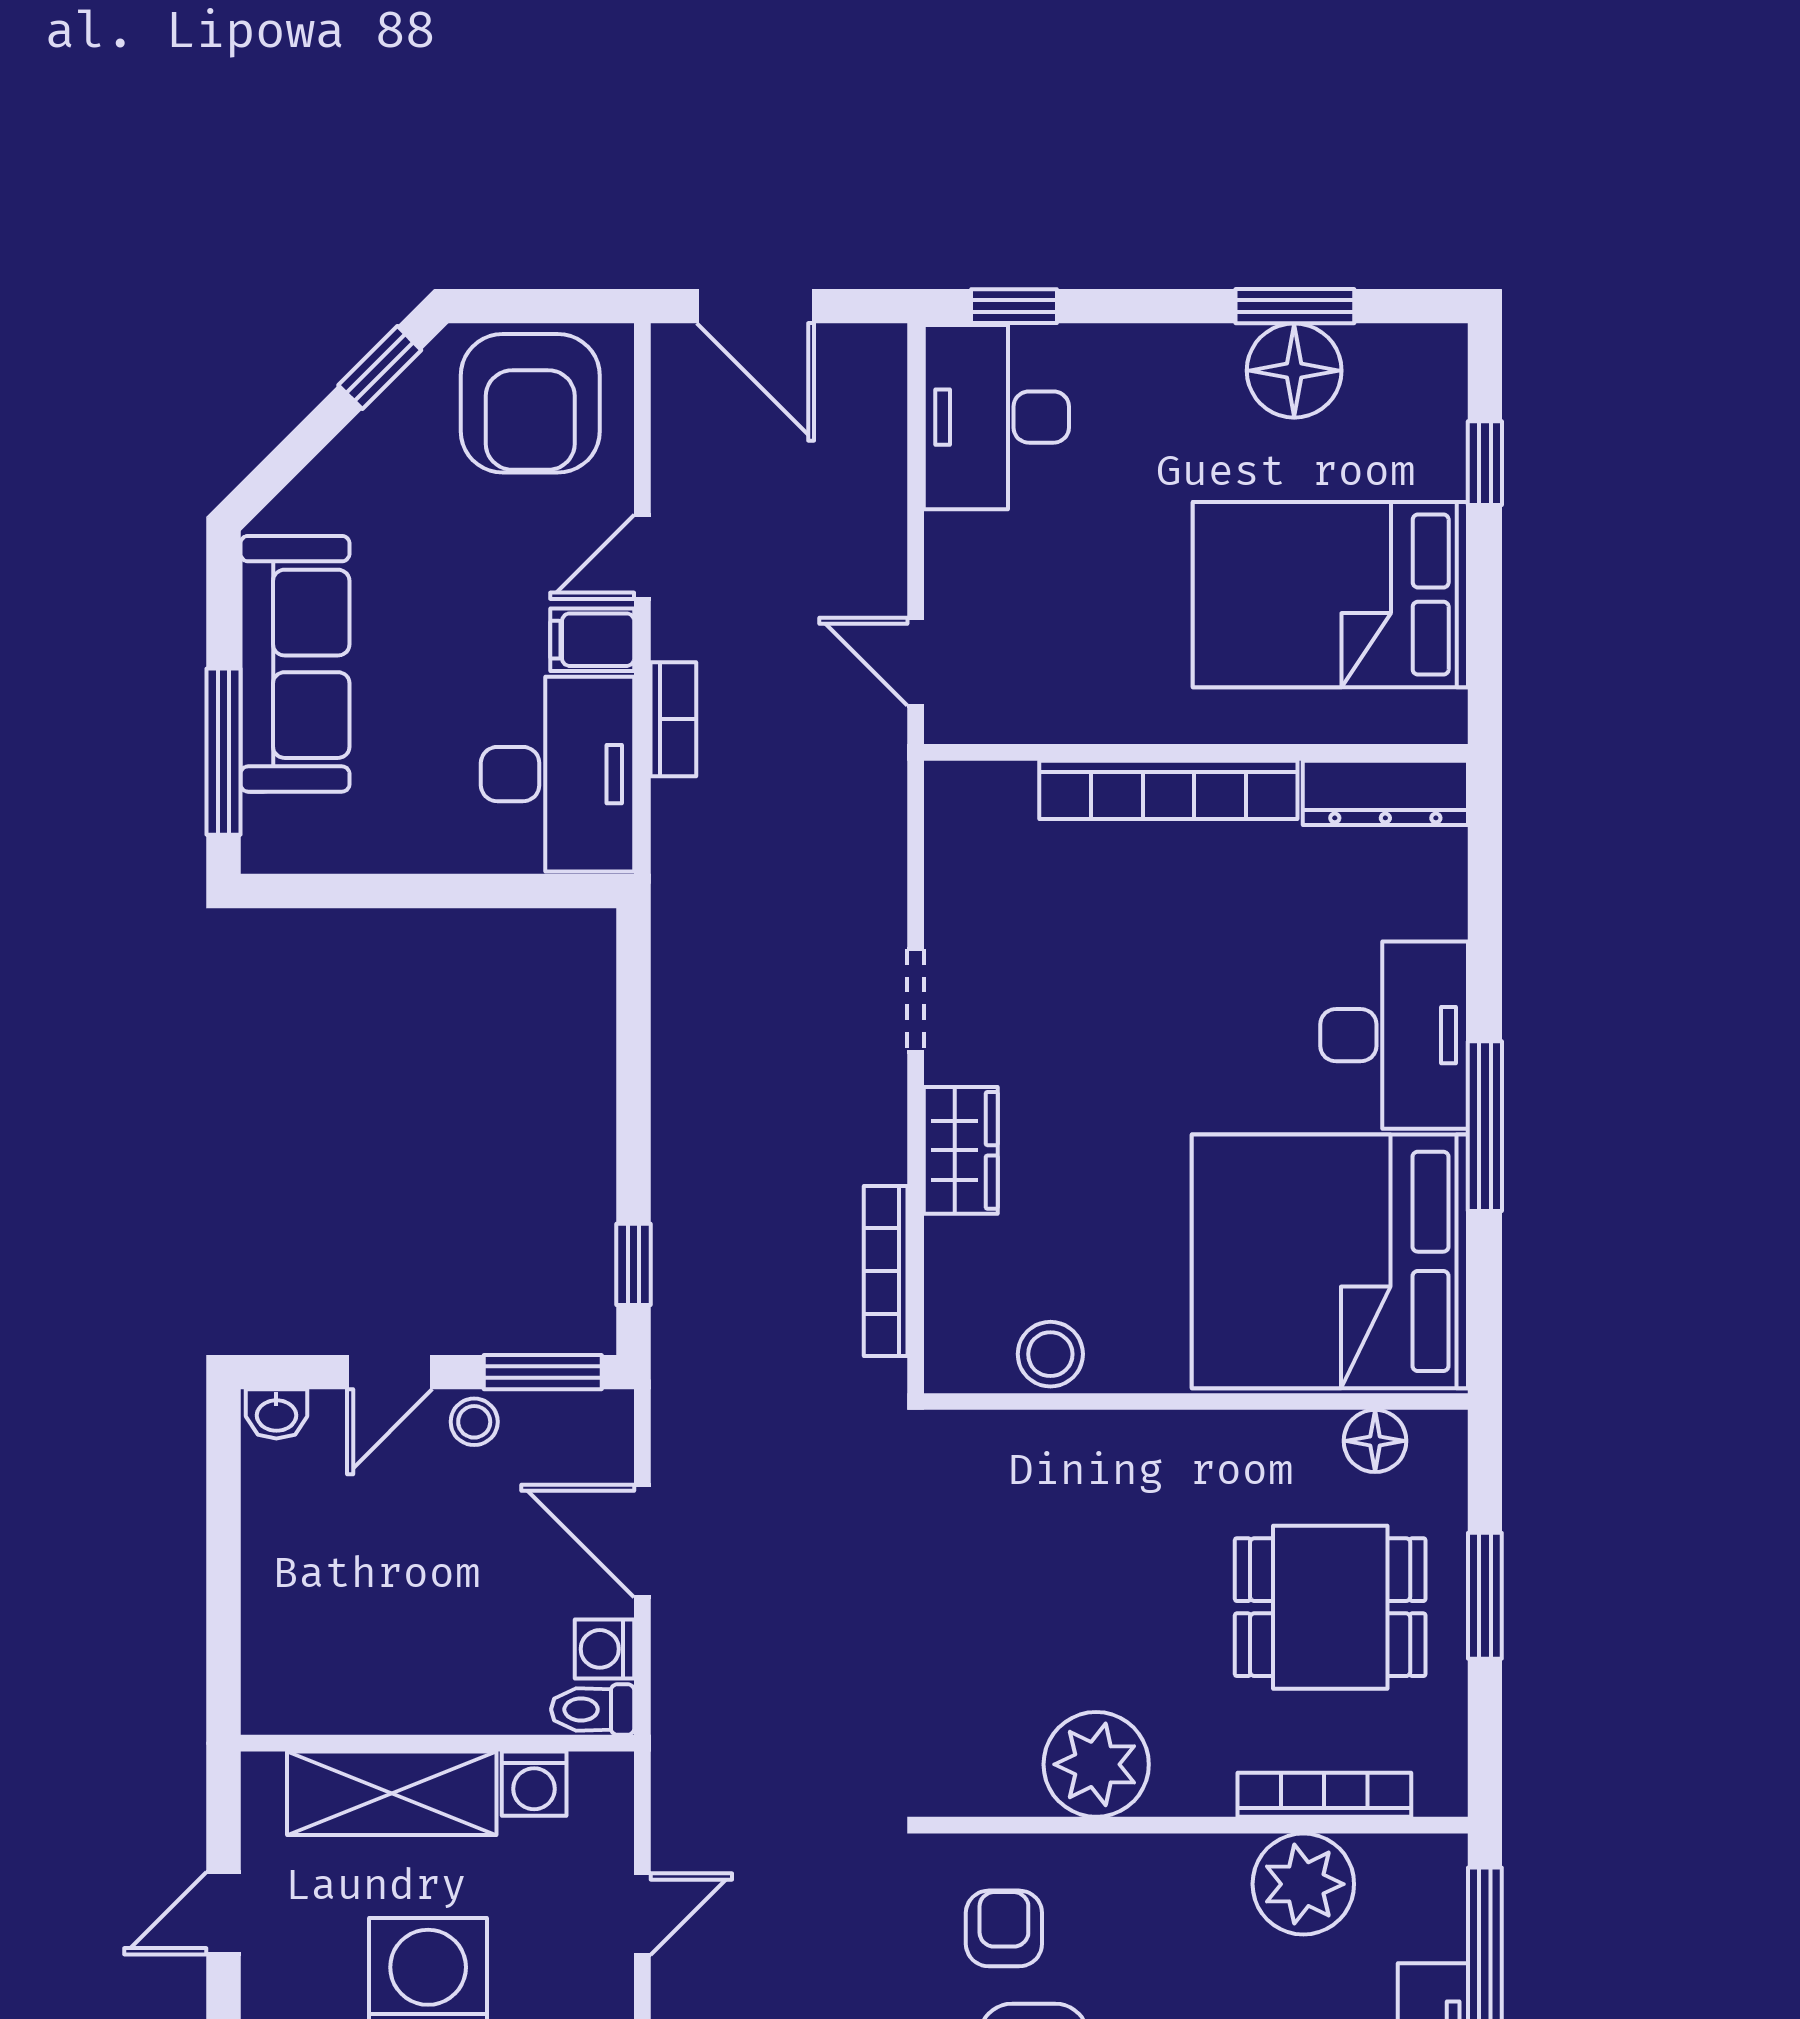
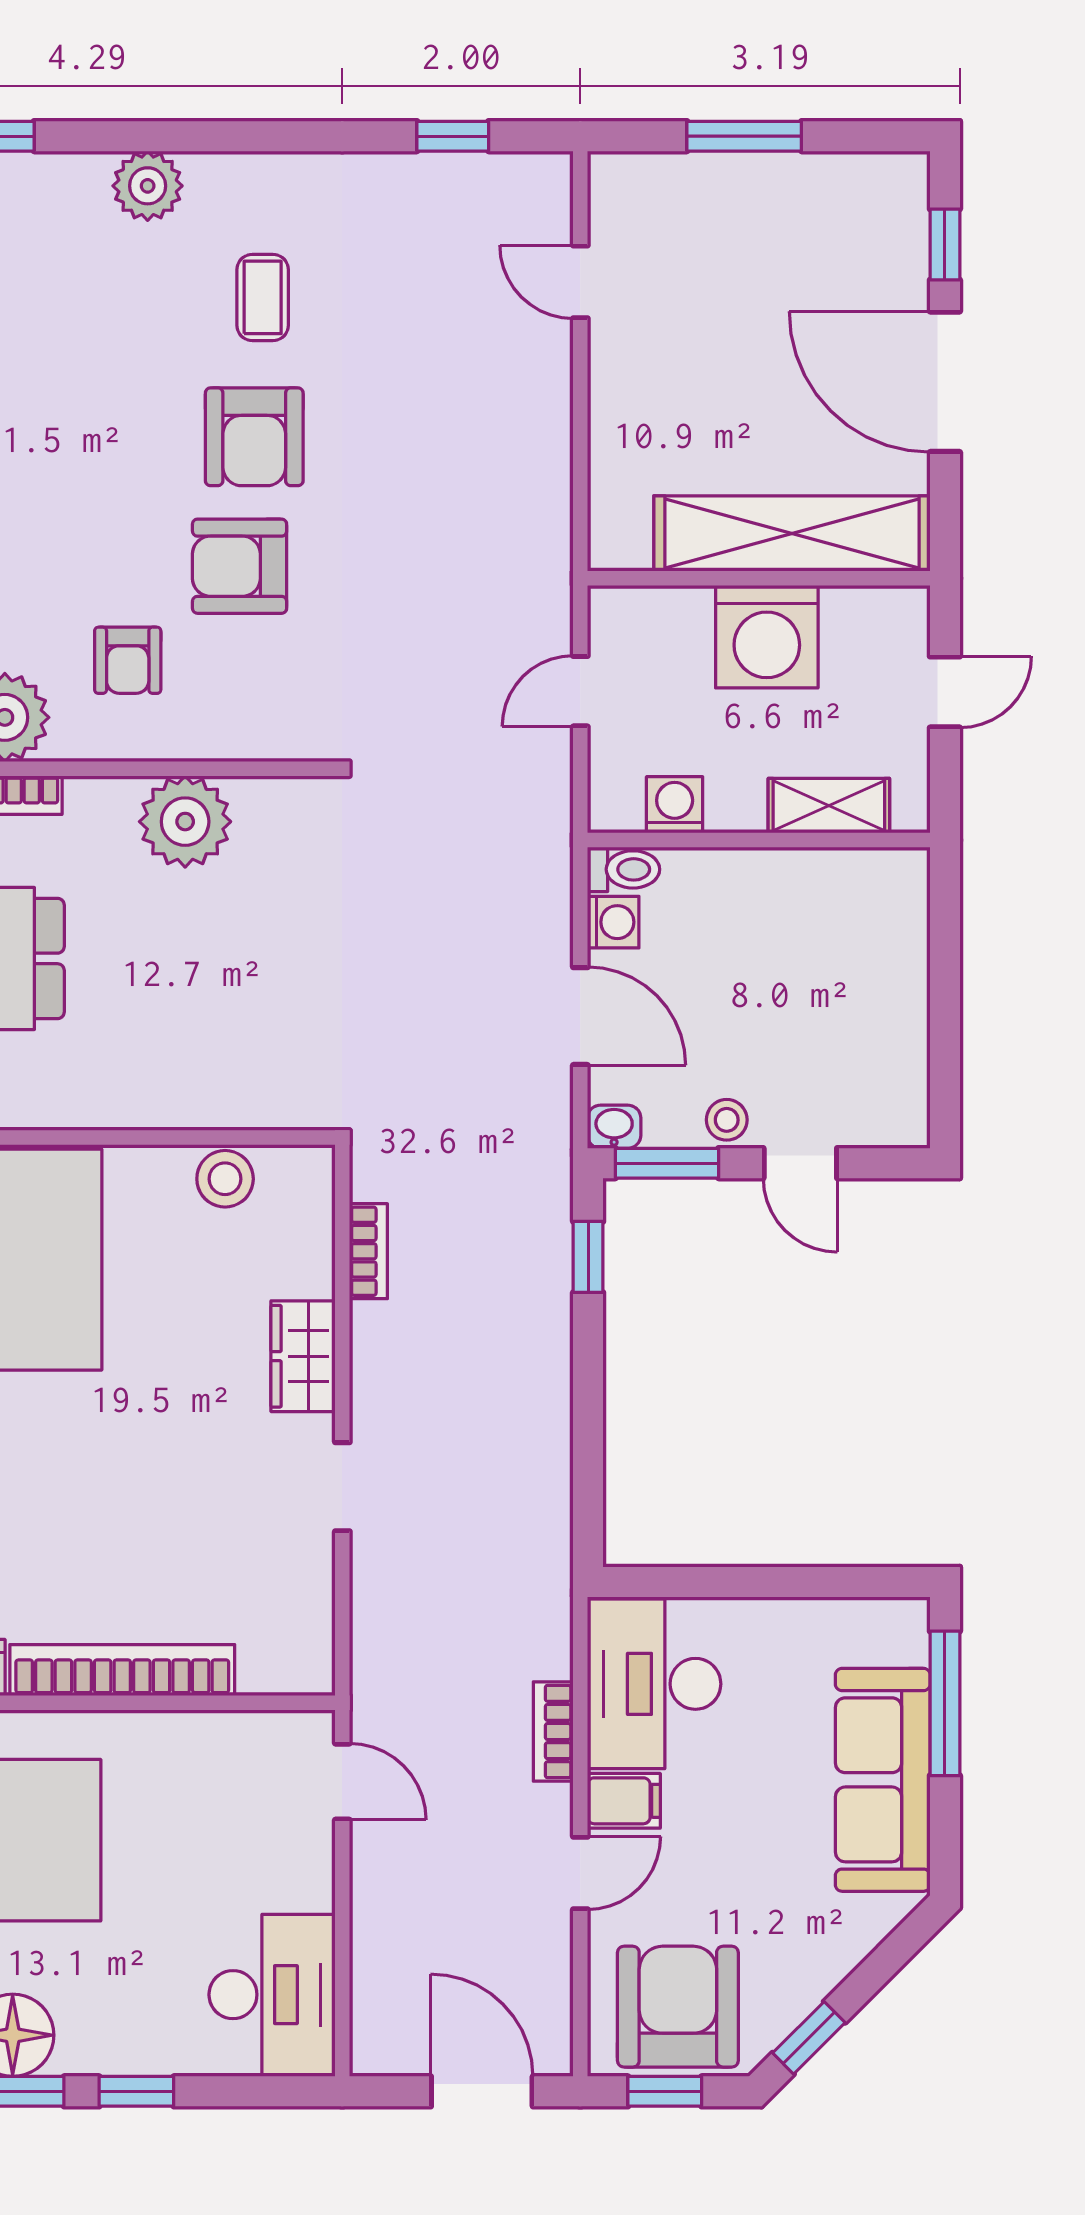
window: (545, 306) -> (665, 2091), added
window: (1014, 306) -> (136, 2091), moved
bookcase: (886, 1271) -> (368, 1251), width x0.64
door: (390, 1372) -> (800, 1163), swing flipped
washbasin: (276, 1414) -> (614, 1127), moved
shelving: (392, 1793) -> (829, 806), width x0.67, depth x0.75
armchair: (1004, 1928) -> (128, 660), moved

